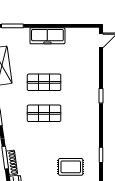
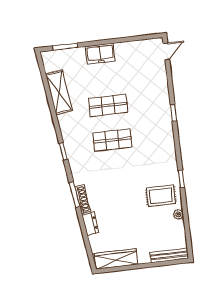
freezer: (47, 36) -> (100, 54), width x0.71
rug: (71, 167) -> (161, 196), moved

